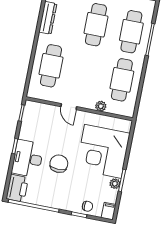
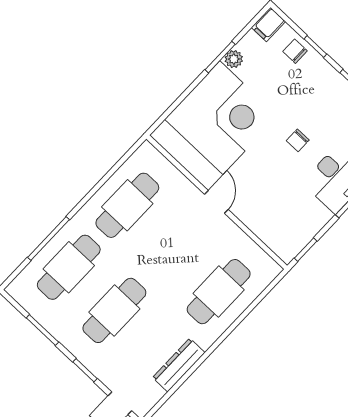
plant: (101, 106) -> (183, 186), removed
door: (69, 107) -> (216, 202), moved
chair: (59, 164) -> (298, 140), width x0.54, depth x0.54

